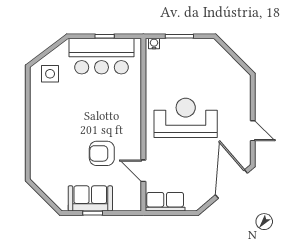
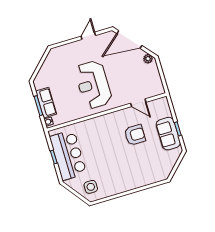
armchair: (102, 153) -> (135, 135), turned -90
door: (143, 171) -> (138, 103), hinge flipped
plant: (198, 201) -> (148, 59), added
row of seats: (165, 202) -> (46, 103), moved, turned 180

